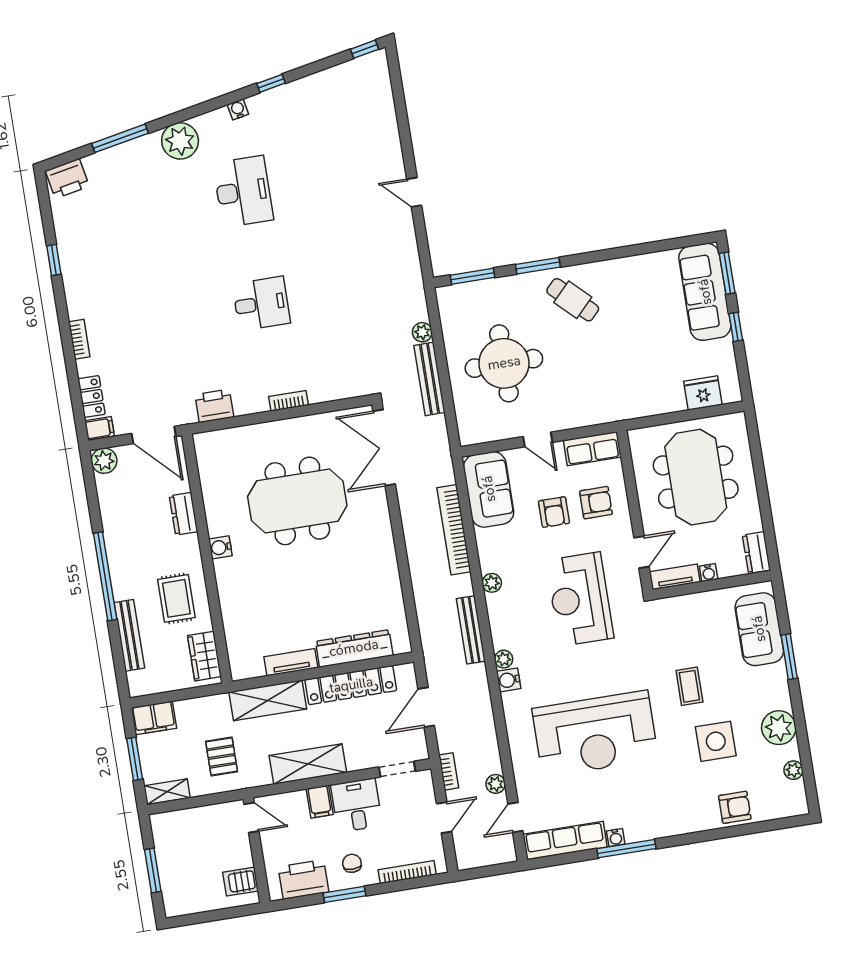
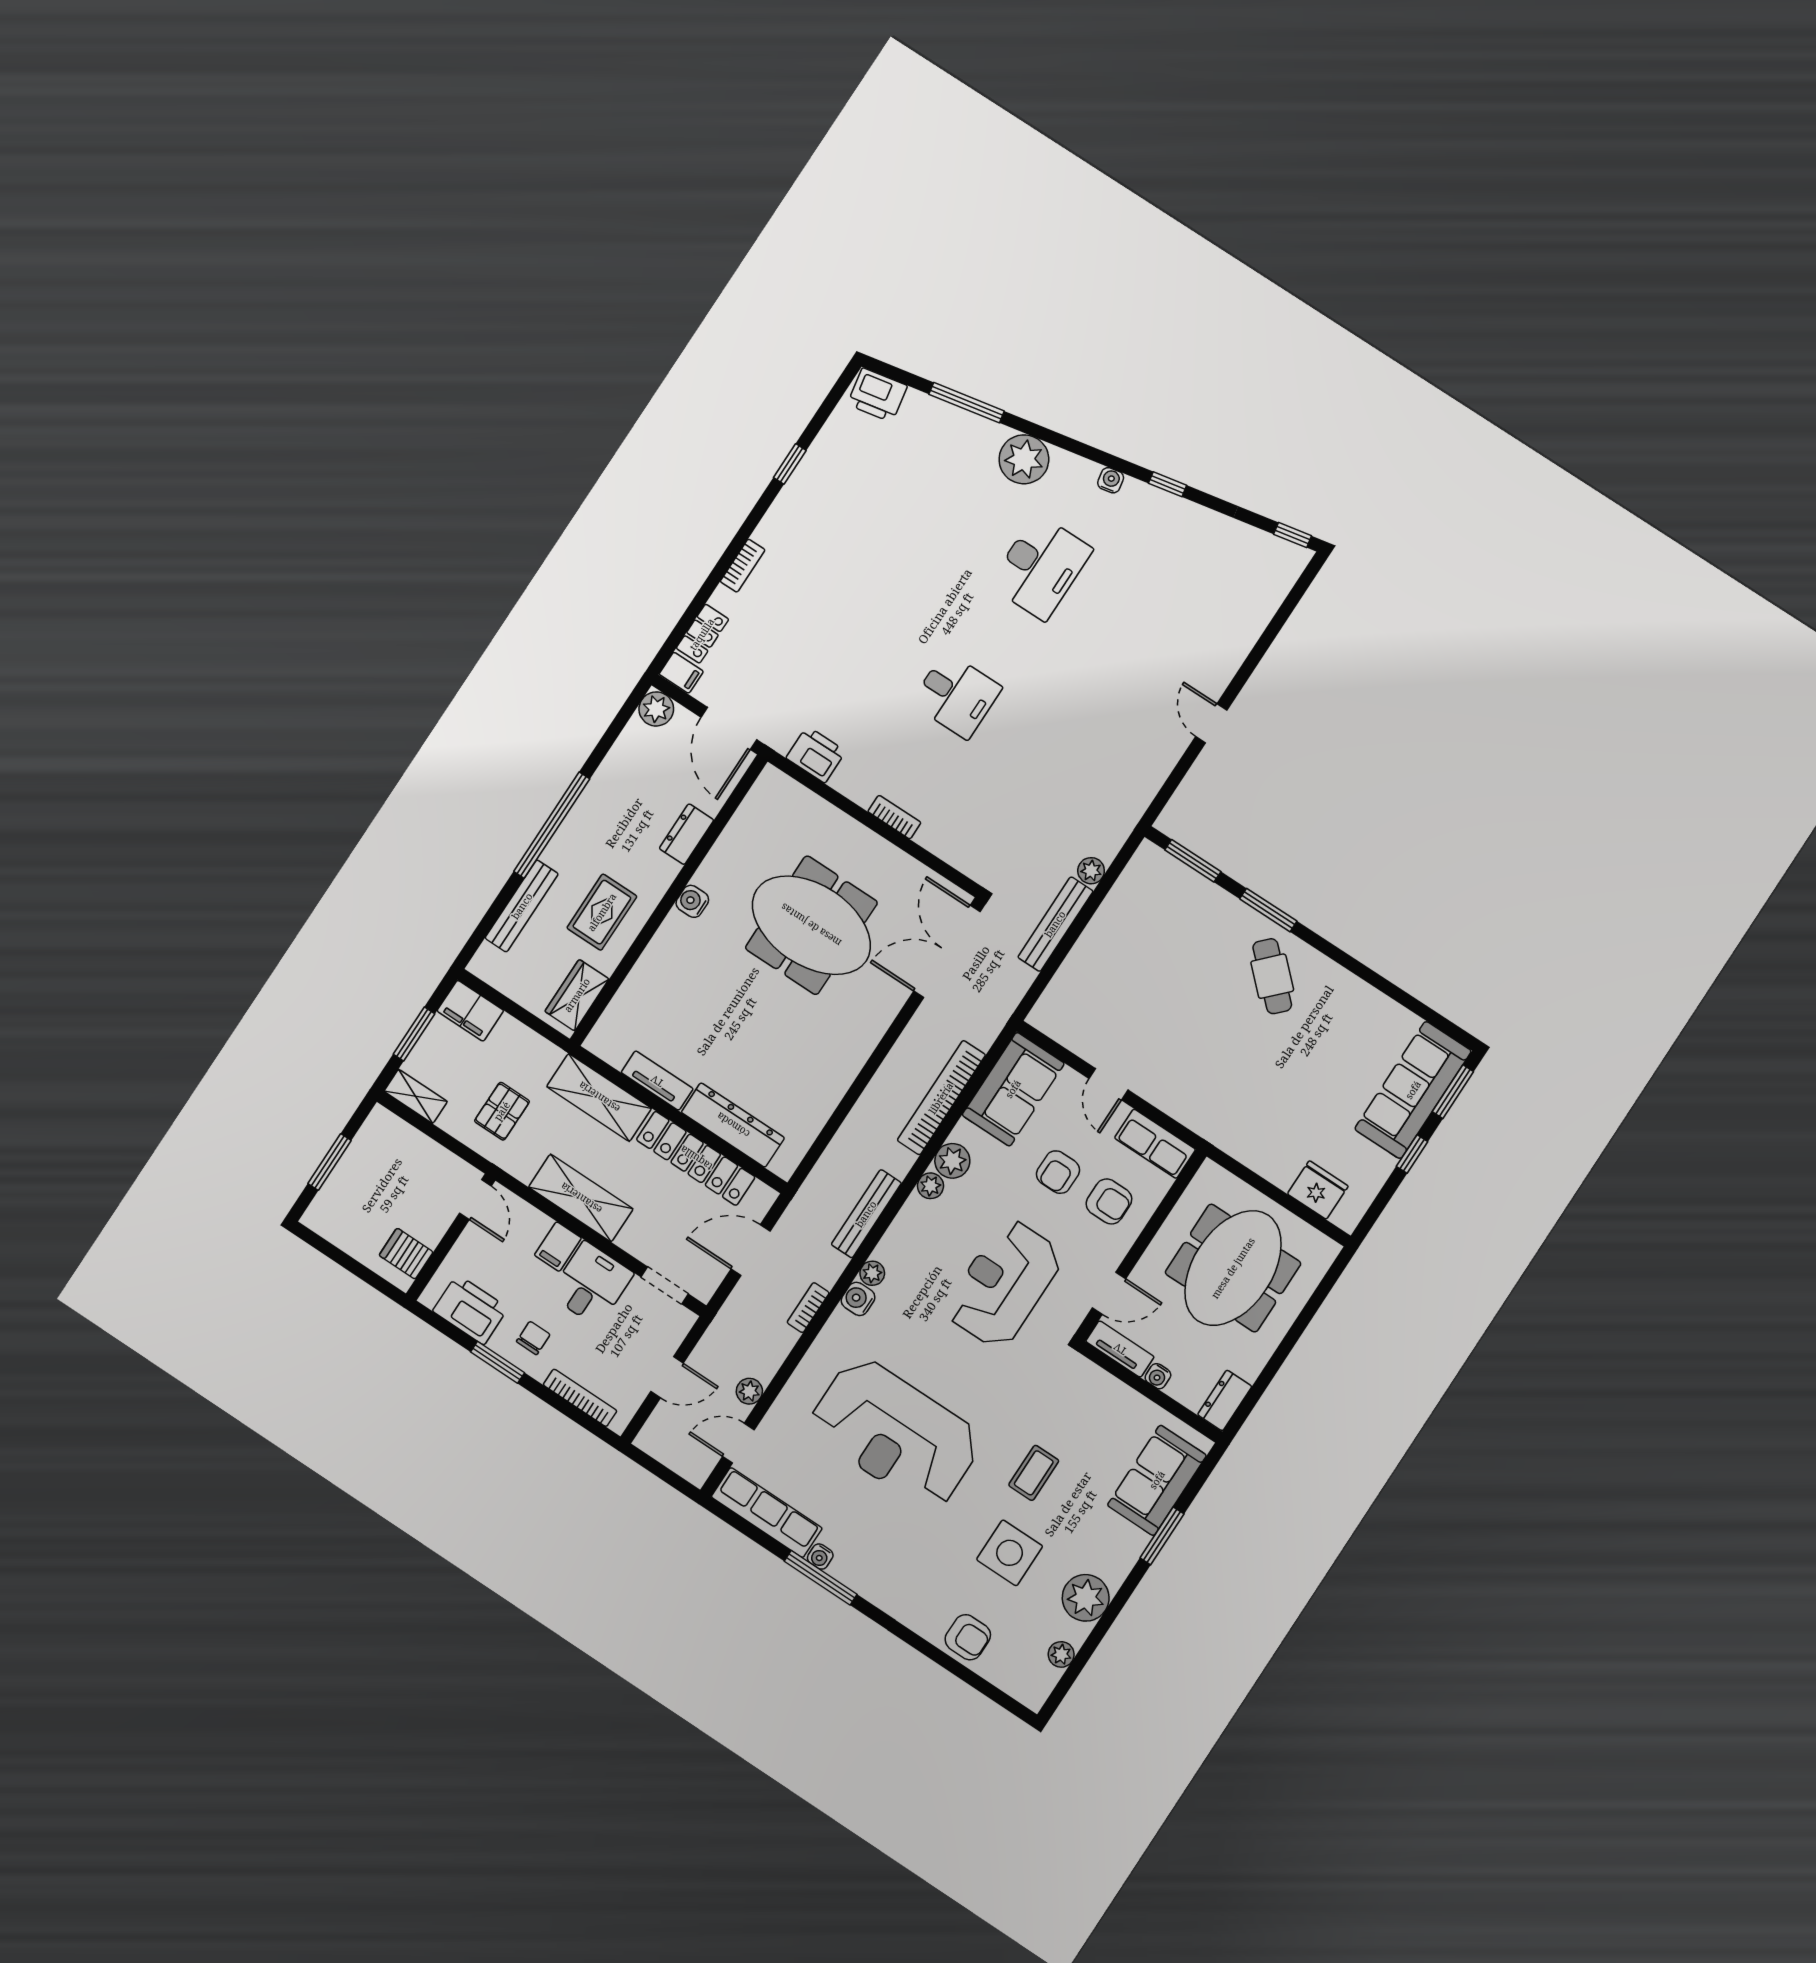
round table: (504, 363) -> (1144, 977), removed
plant: (491, 558) -> (952, 1161), added
bookcase: (449, 771) -> (808, 1308), moved, turned 180

